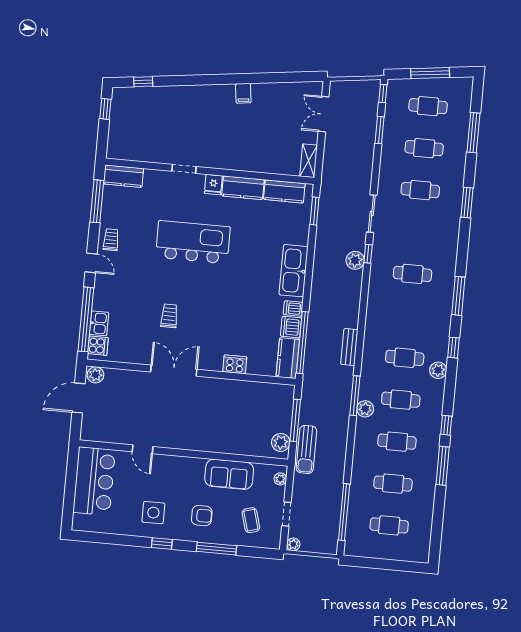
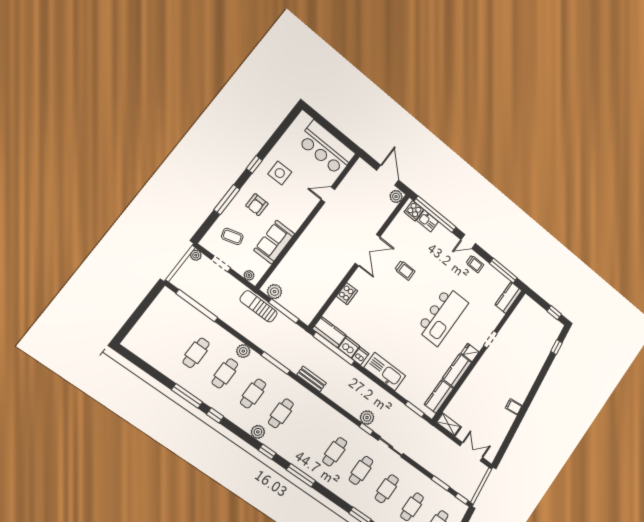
plant: (365, 409) -> (243, 351), moved
cafe table: (389, 525) -> (361, 470), moved

